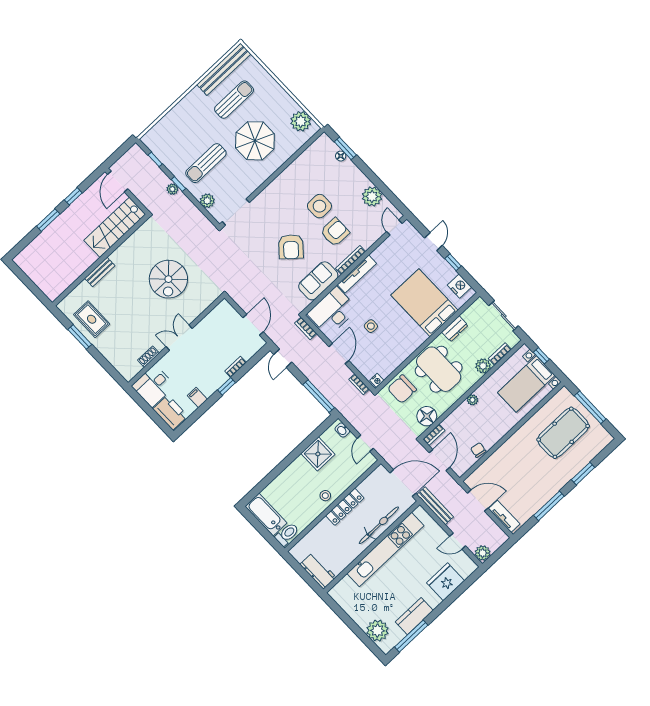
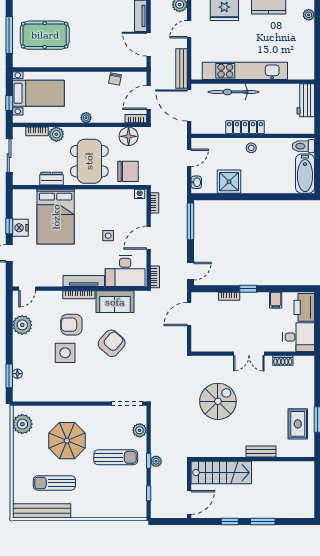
nightstand: (459, 286) -> (20, 228), moved
door: (458, 541) -> (189, 29), swing flipped
plant: (377, 631) -> (309, 15), width x0.53, depth x0.53

